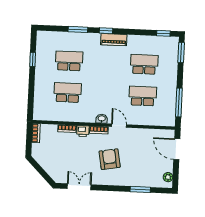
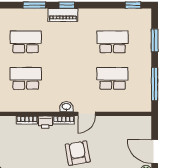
piano: (114, 40) -> (63, 15), moved
window: (181, 53) -> (155, 40), moved
door: (119, 126) -> (87, 114), swing flipped
door: (177, 149) -> (155, 152), moved

